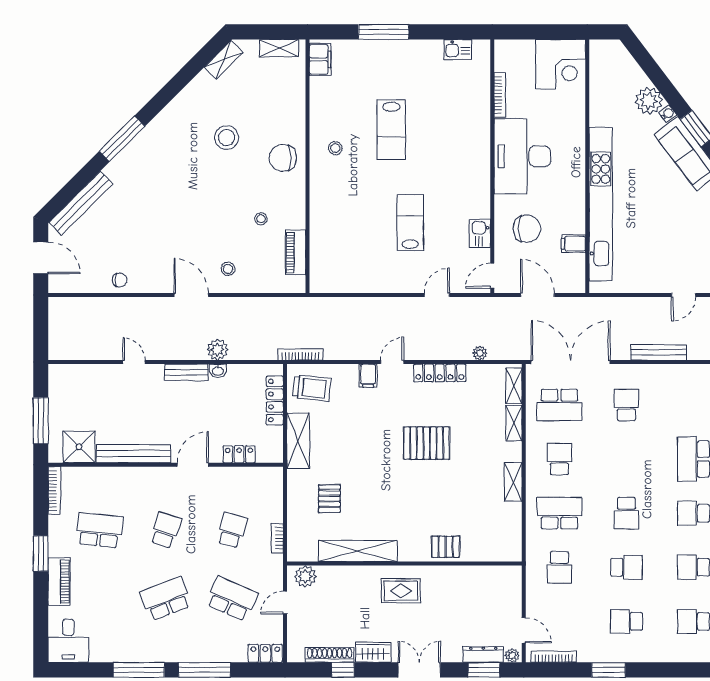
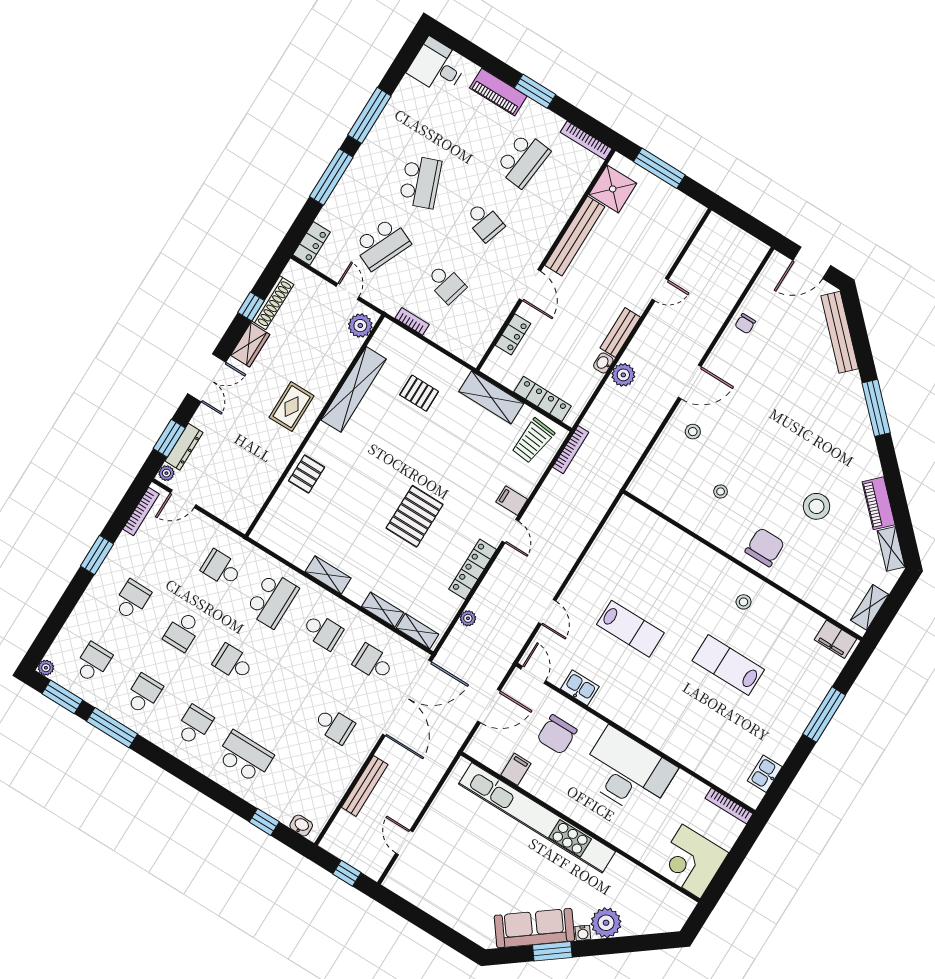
bookcase: (500, 95) -> (729, 806), moved
piano: (296, 252) -> (879, 503), moved, turned -135
school desk: (559, 405) -> (373, 663), width x0.54

